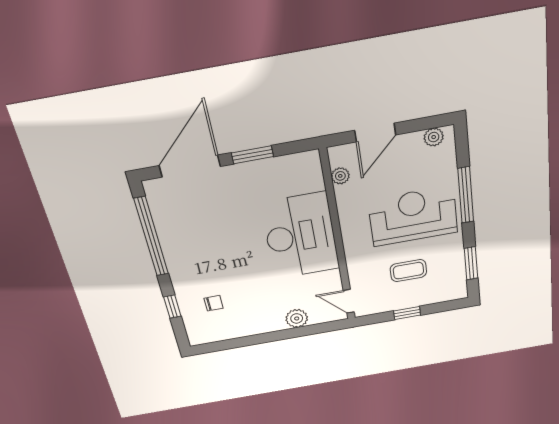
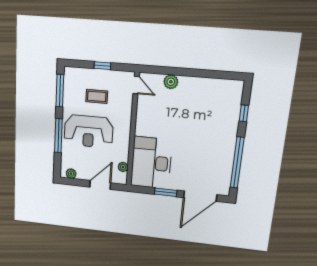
desk: (300, 236) -> (151, 163), moved
window: (471, 263) -> (60, 91), width x1.44
chair: (214, 303) -> (218, 108), removed

